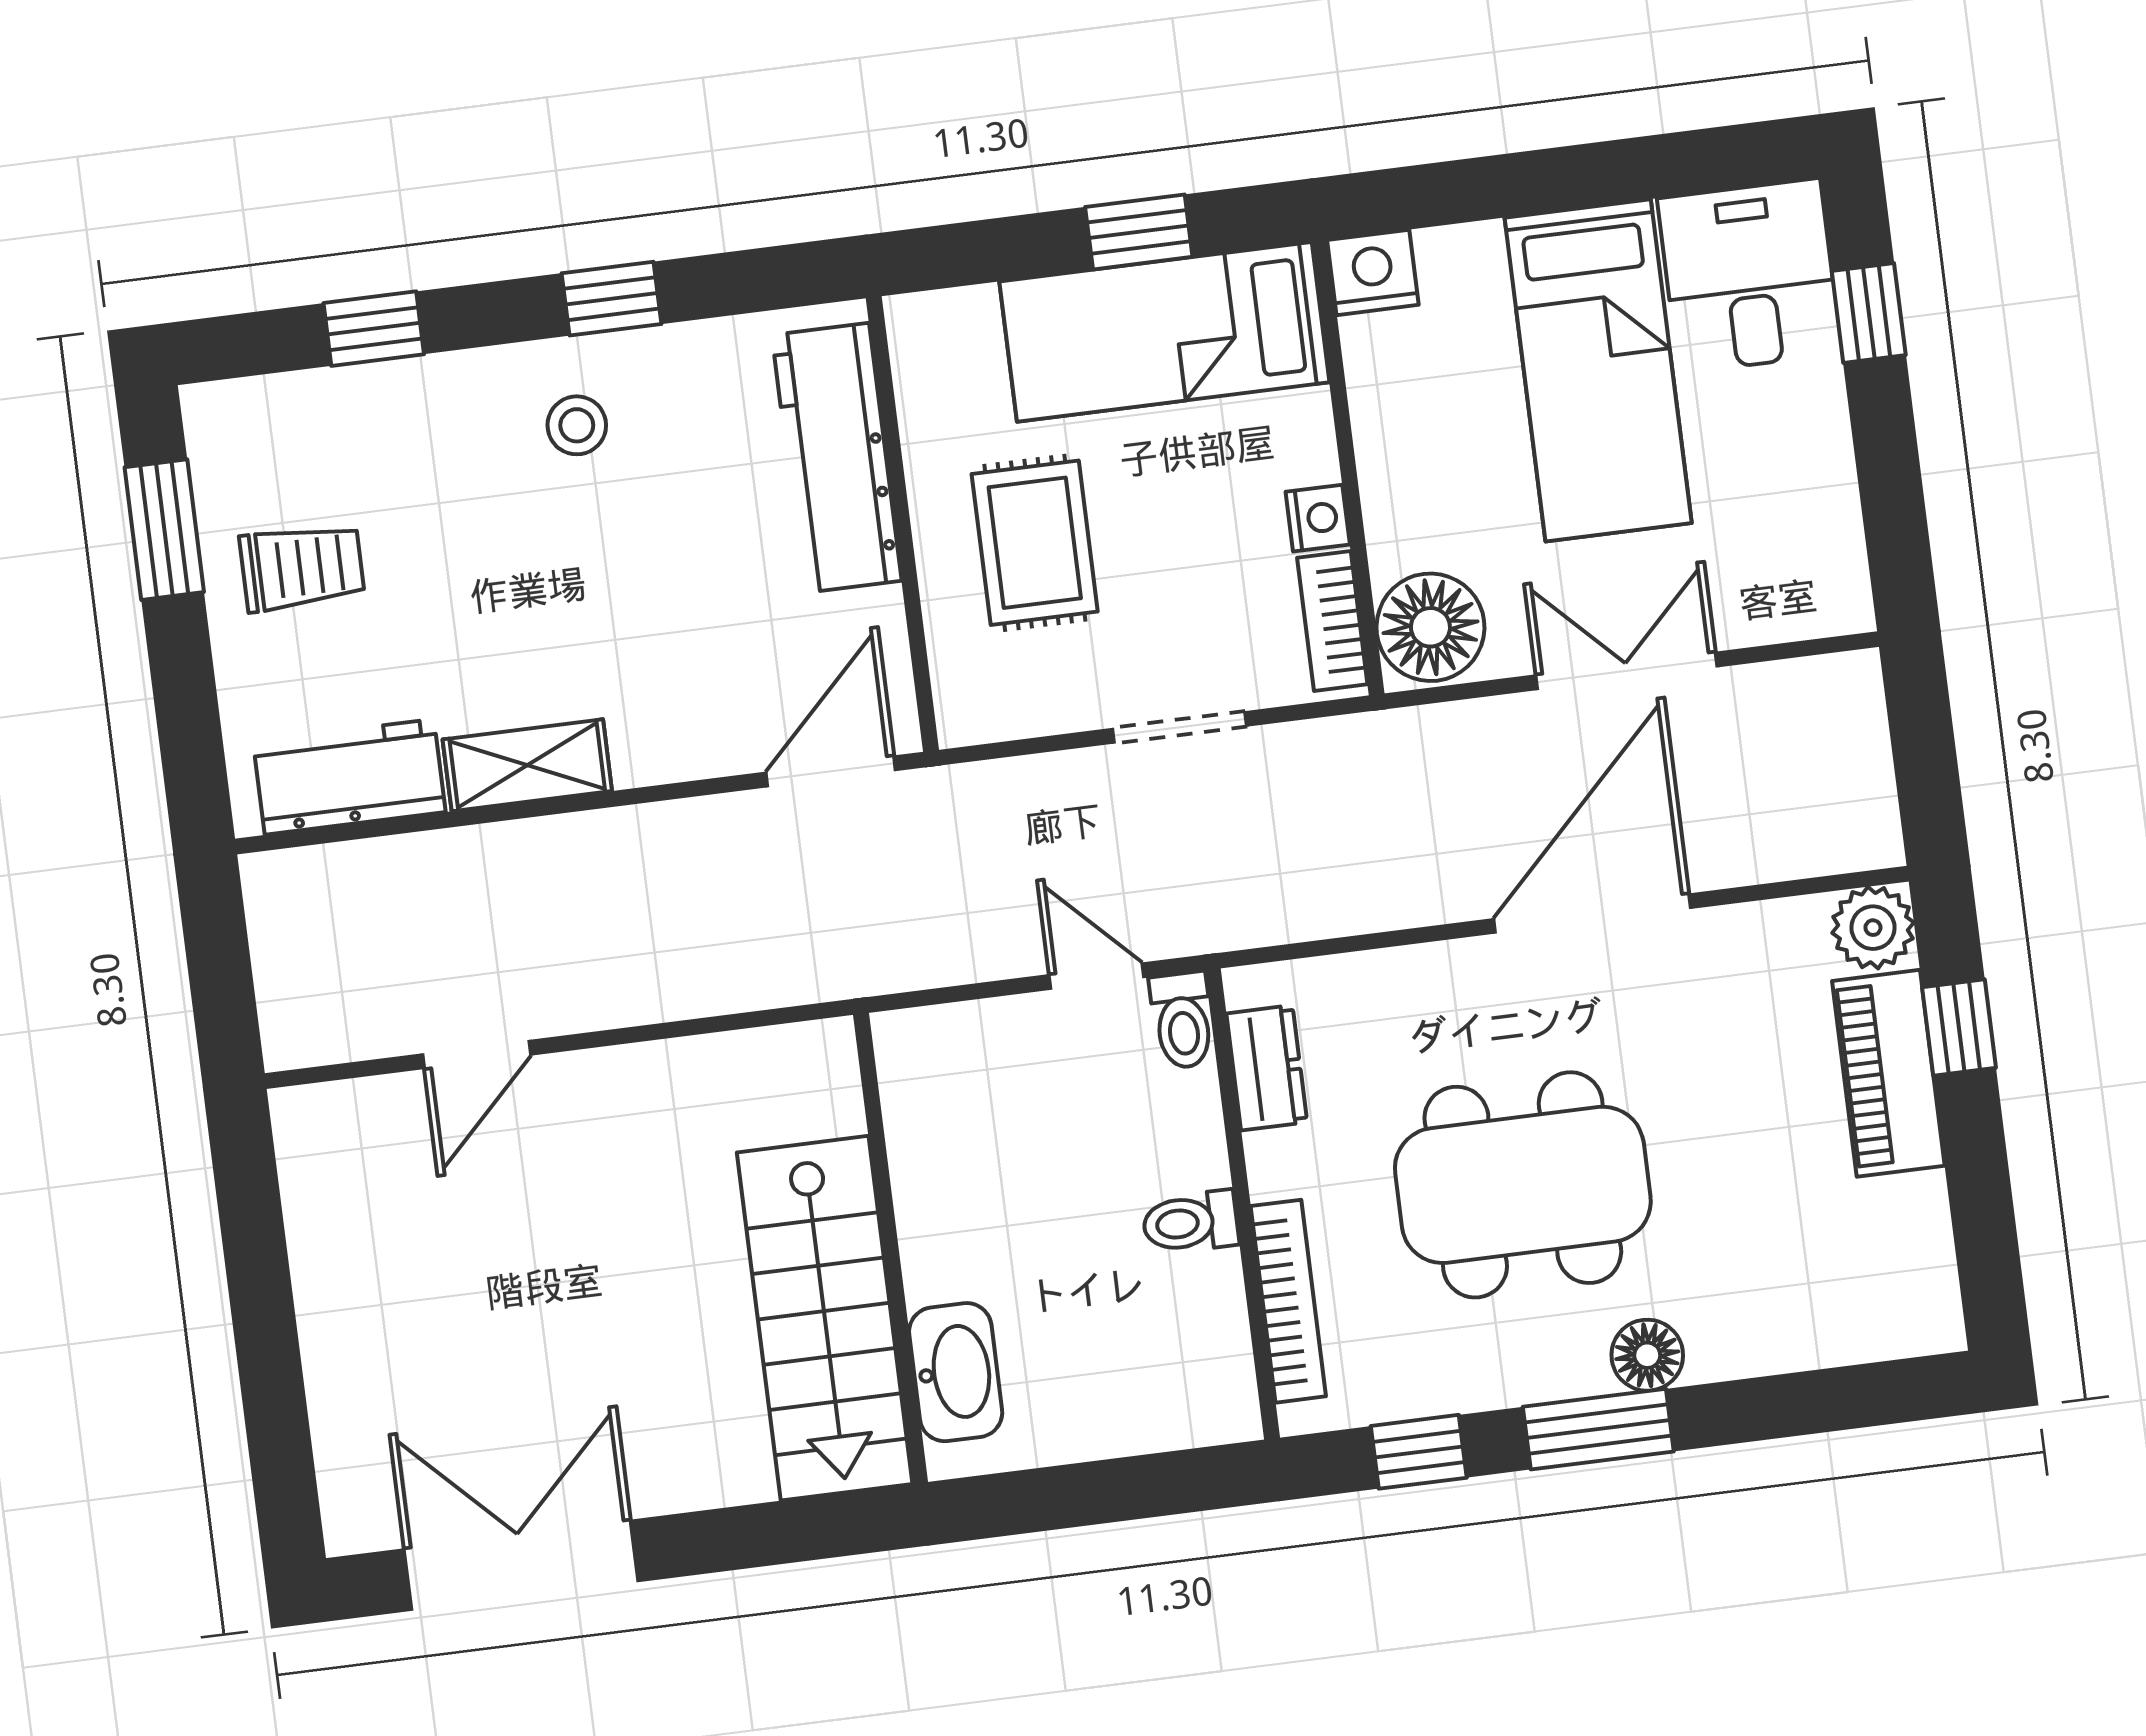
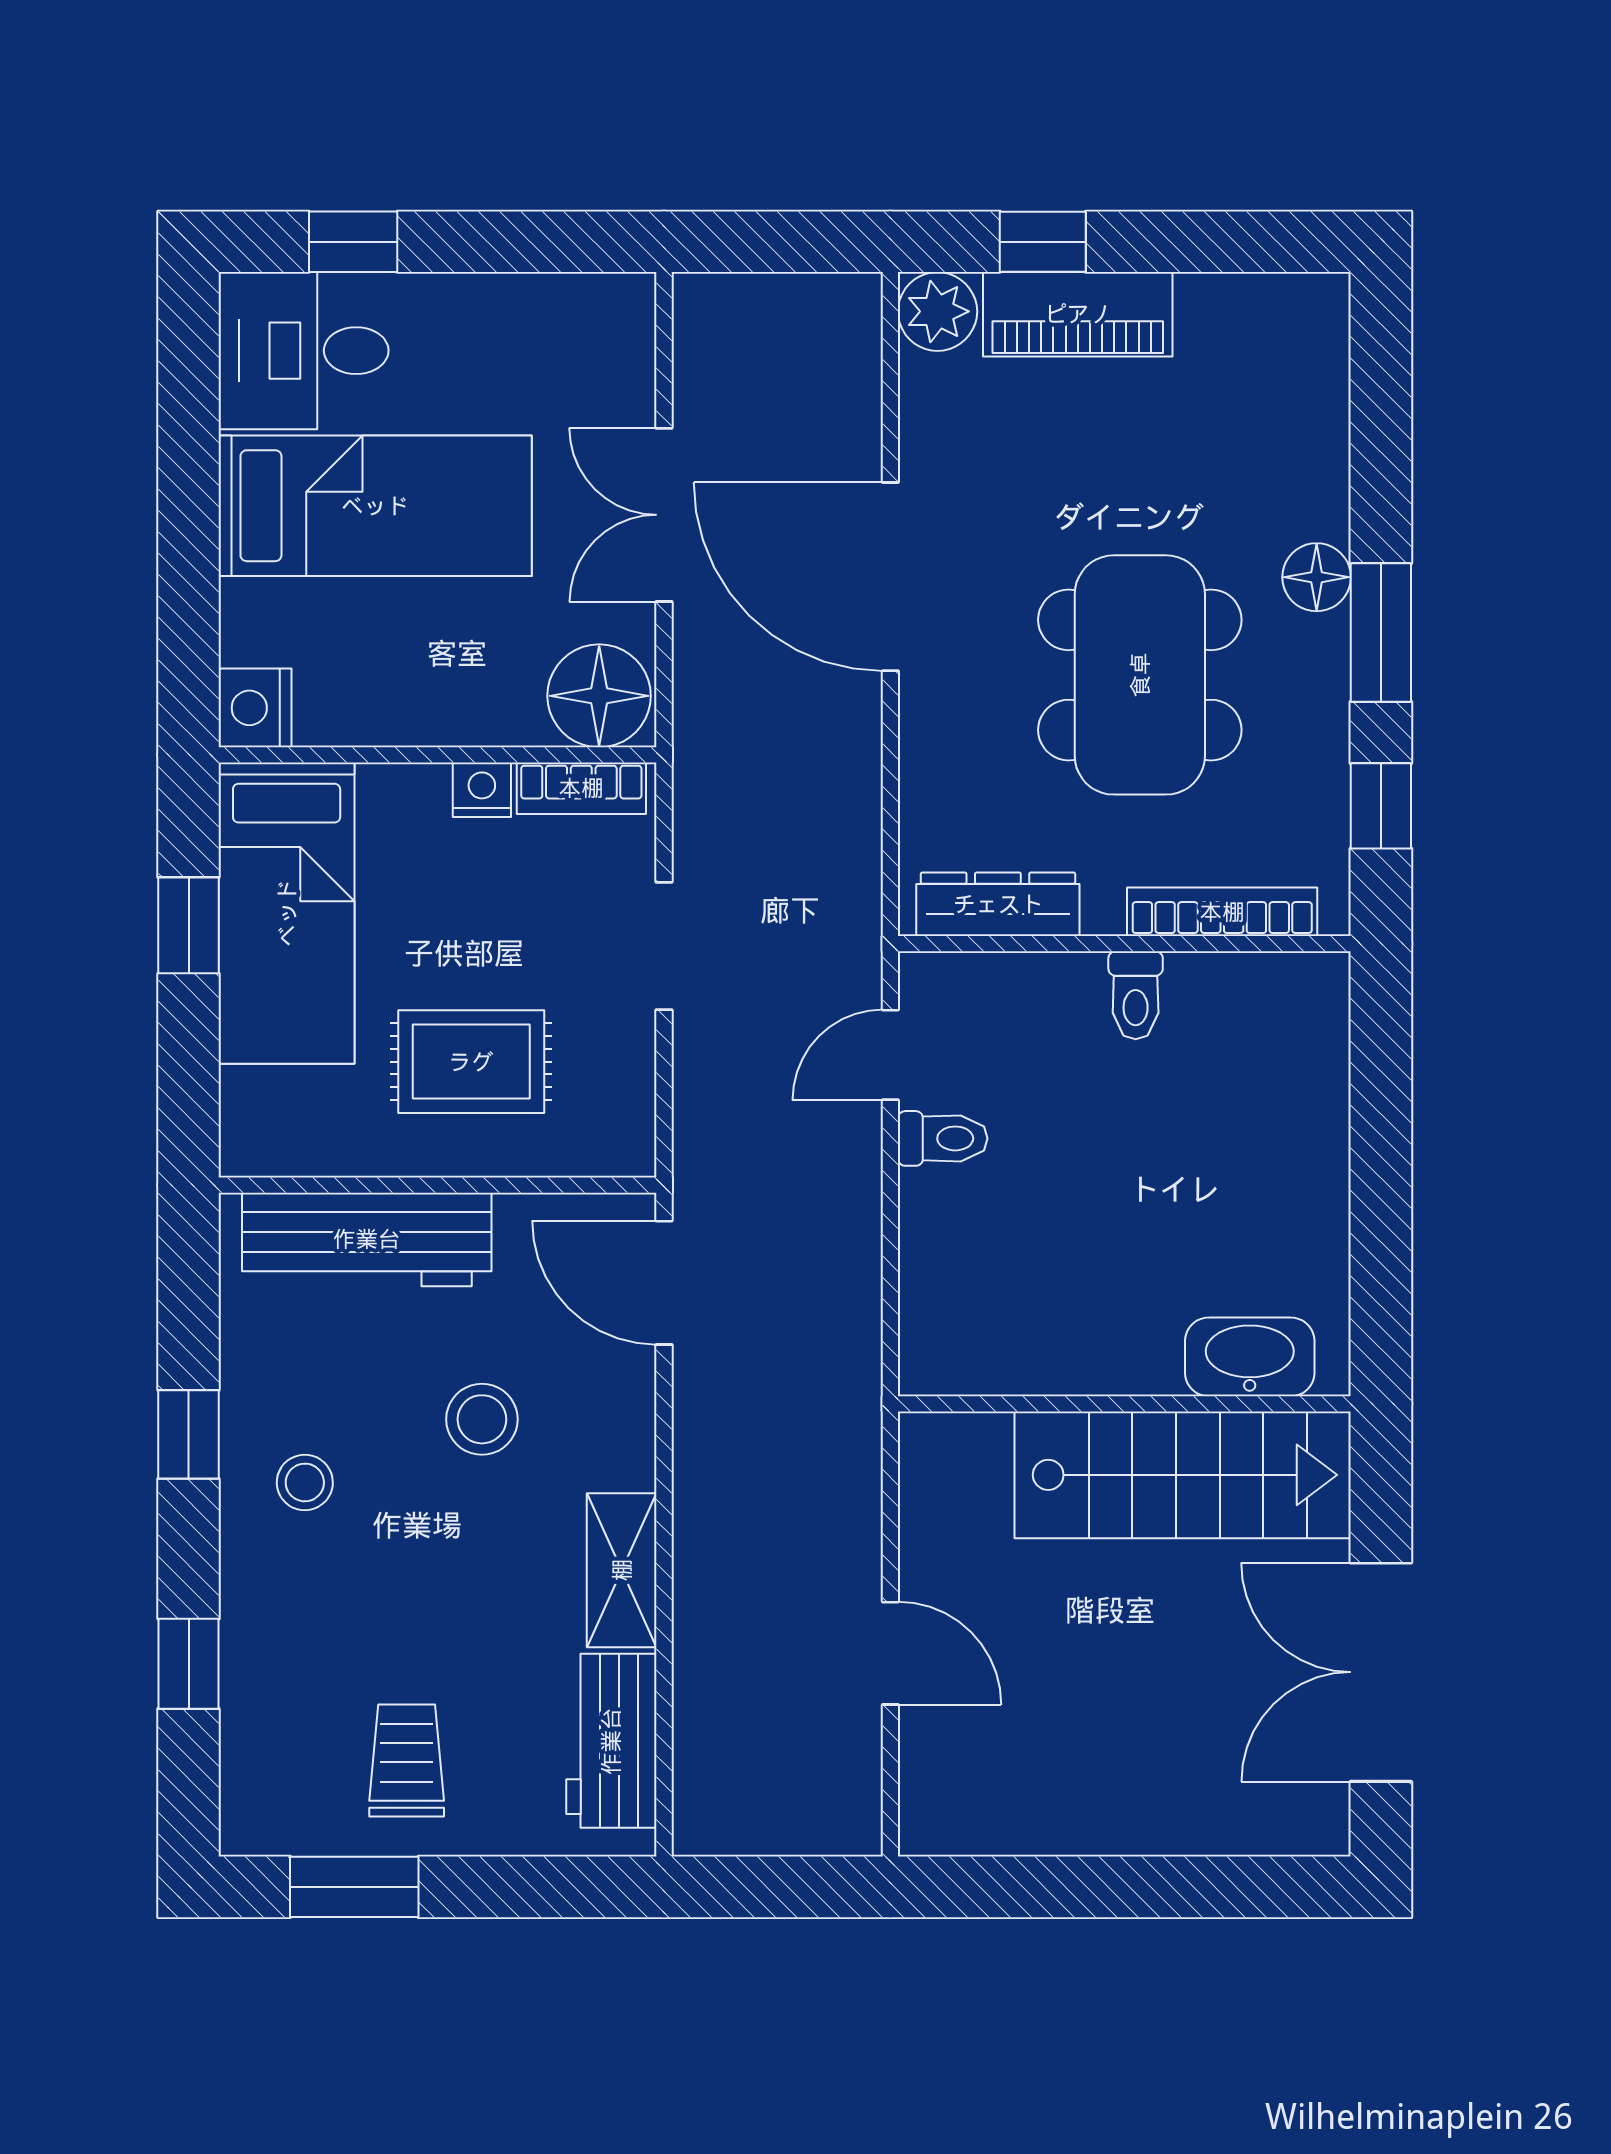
stool: (665, 601) -> (482, 1419), added
toilet: (1182, 1020) -> (943, 1138), moved
dresser: (1267, 1068) -> (998, 904), width x1.44
wall: (891, 1248) -> (1124, 1404), moved
stairs: (825, 1318) -> (1183, 1475), moved
washbasin: (956, 1372) -> (1250, 1357), moved

